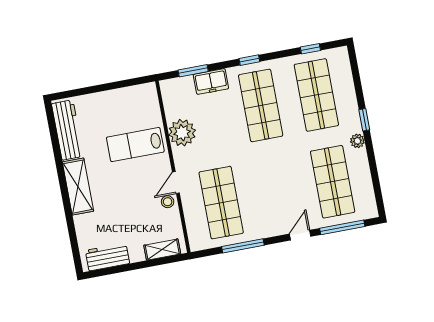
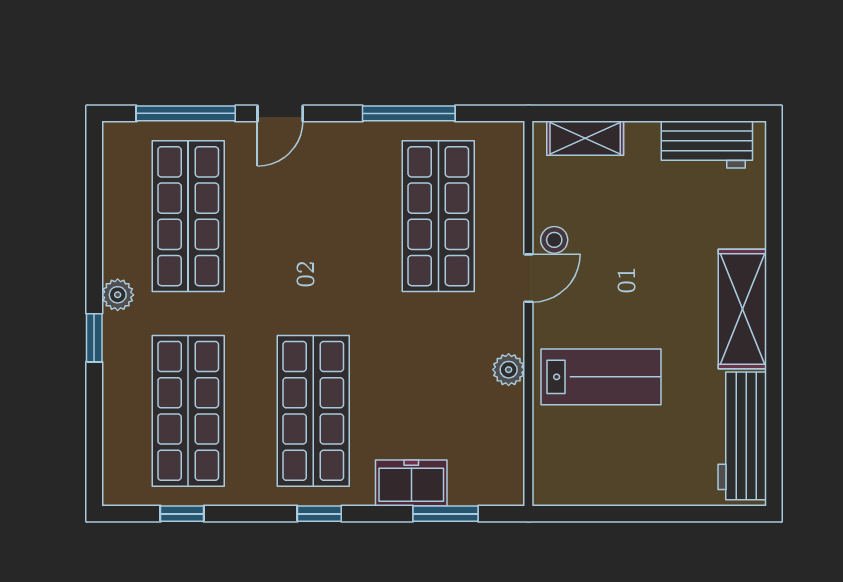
plant: (182, 133) -> (509, 370), width x0.53, depth x0.53

